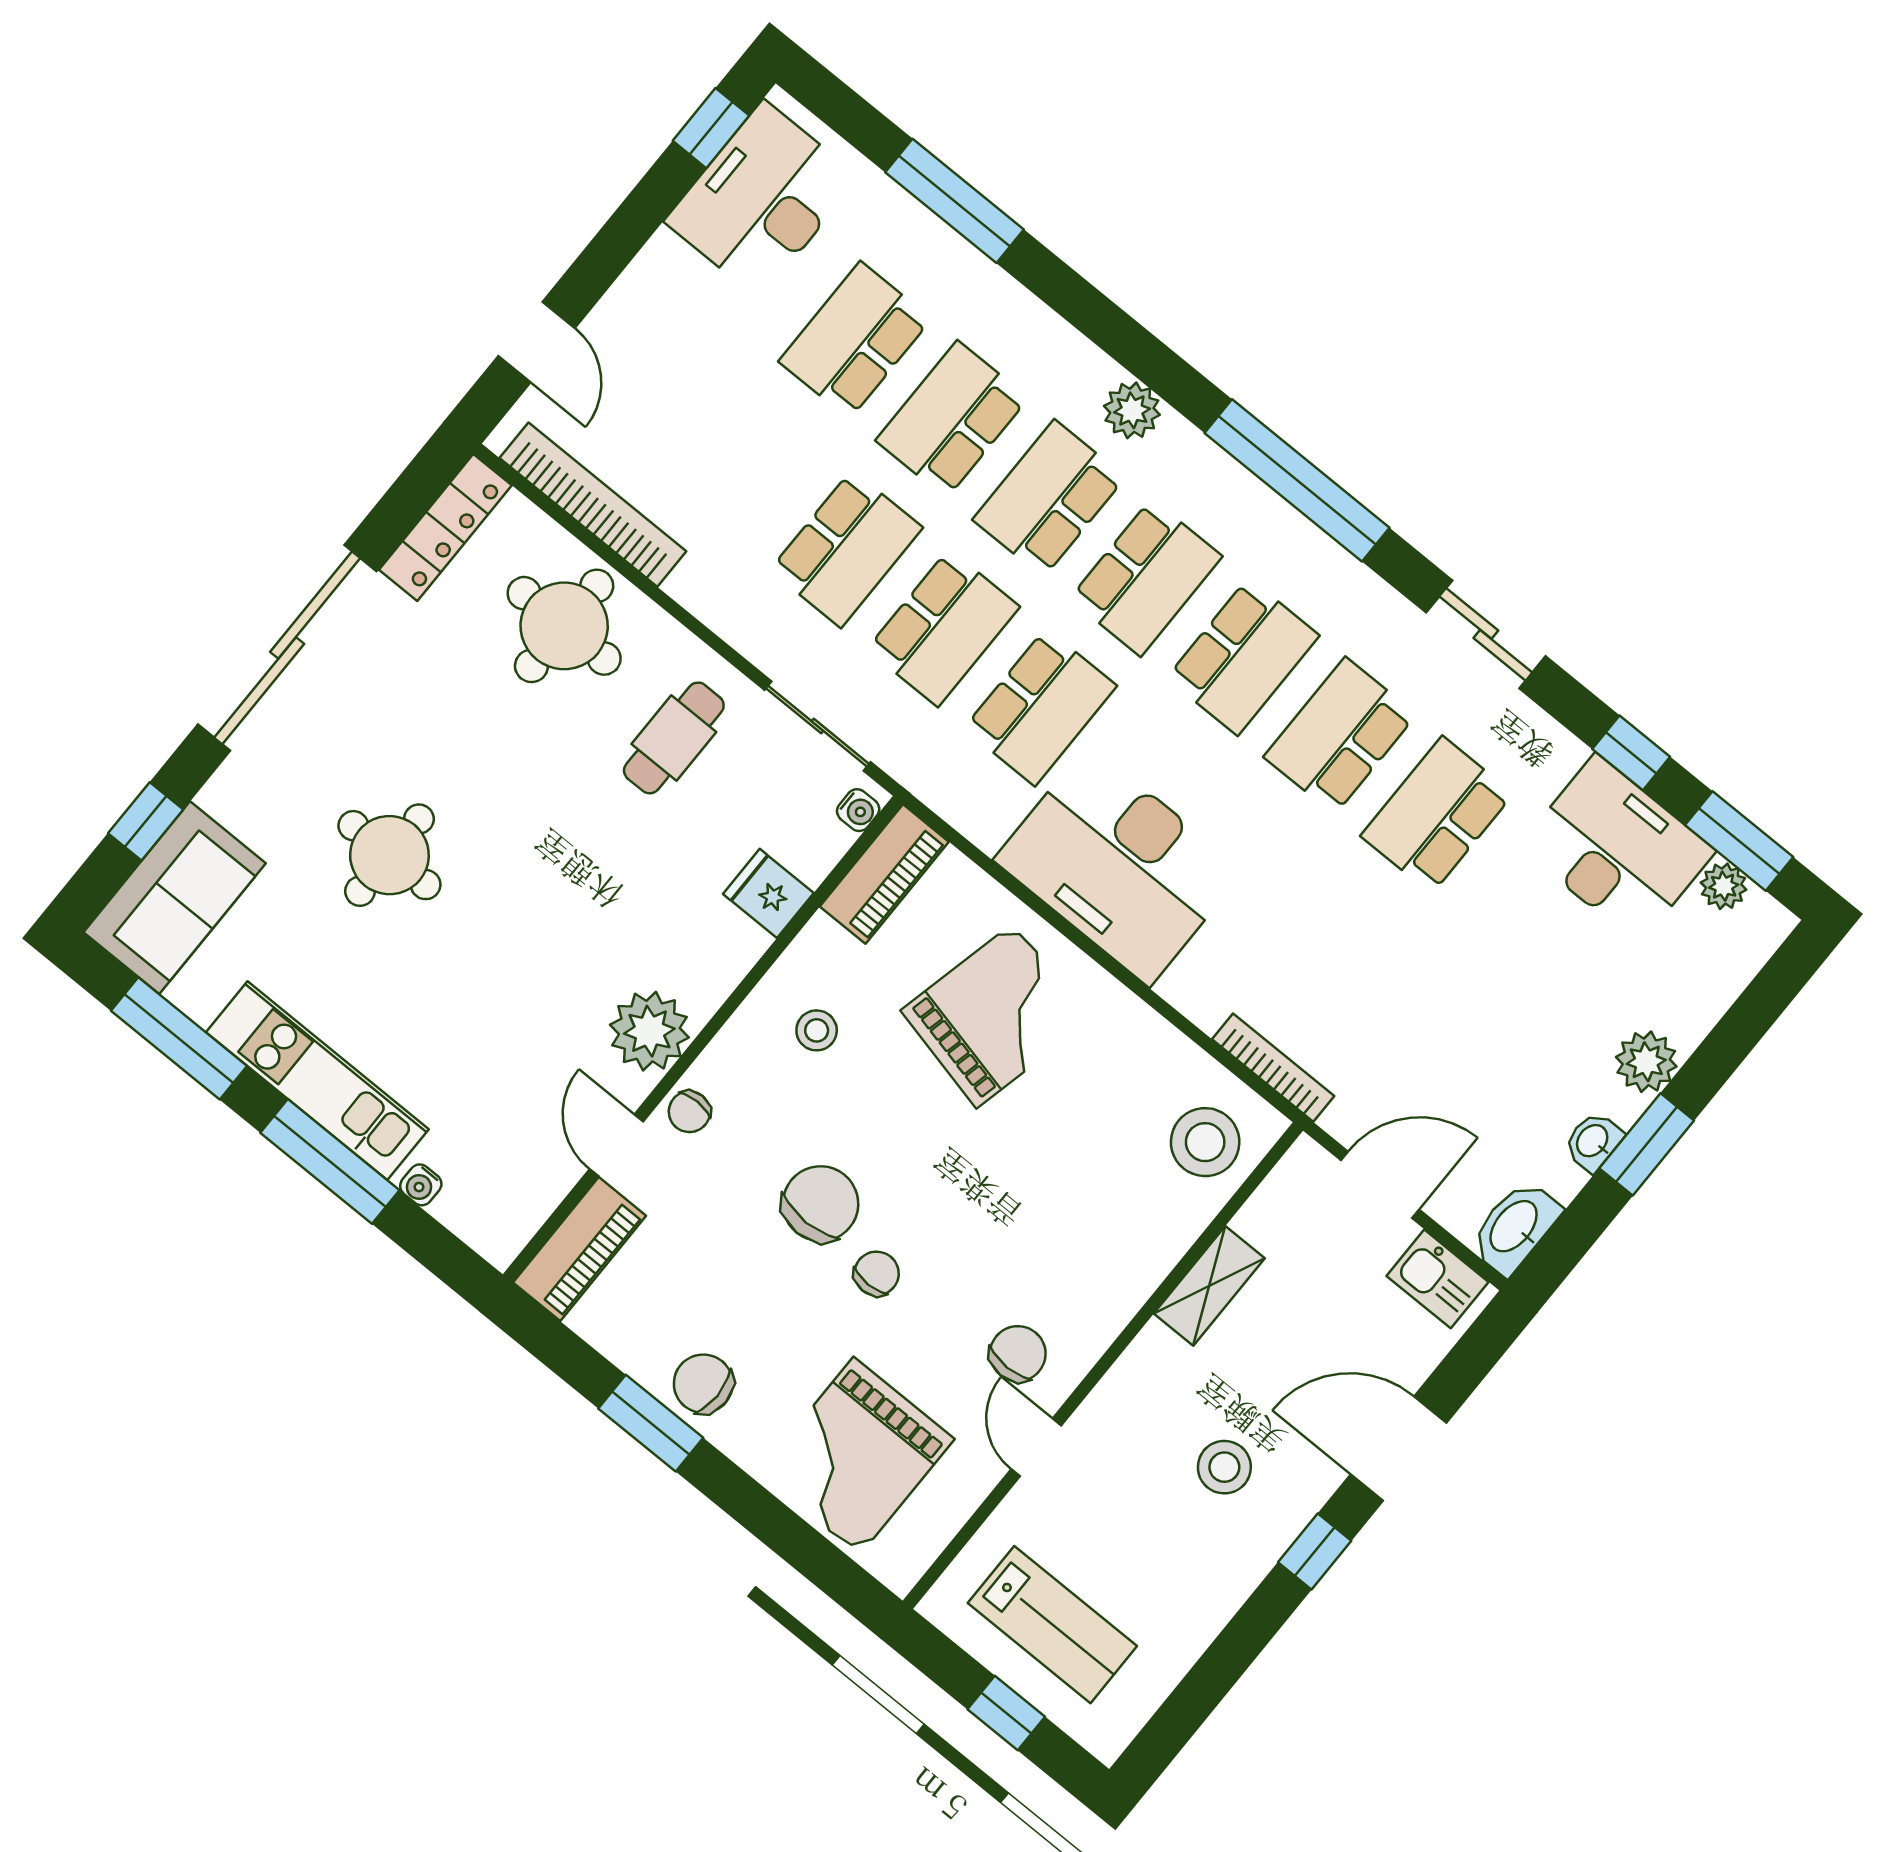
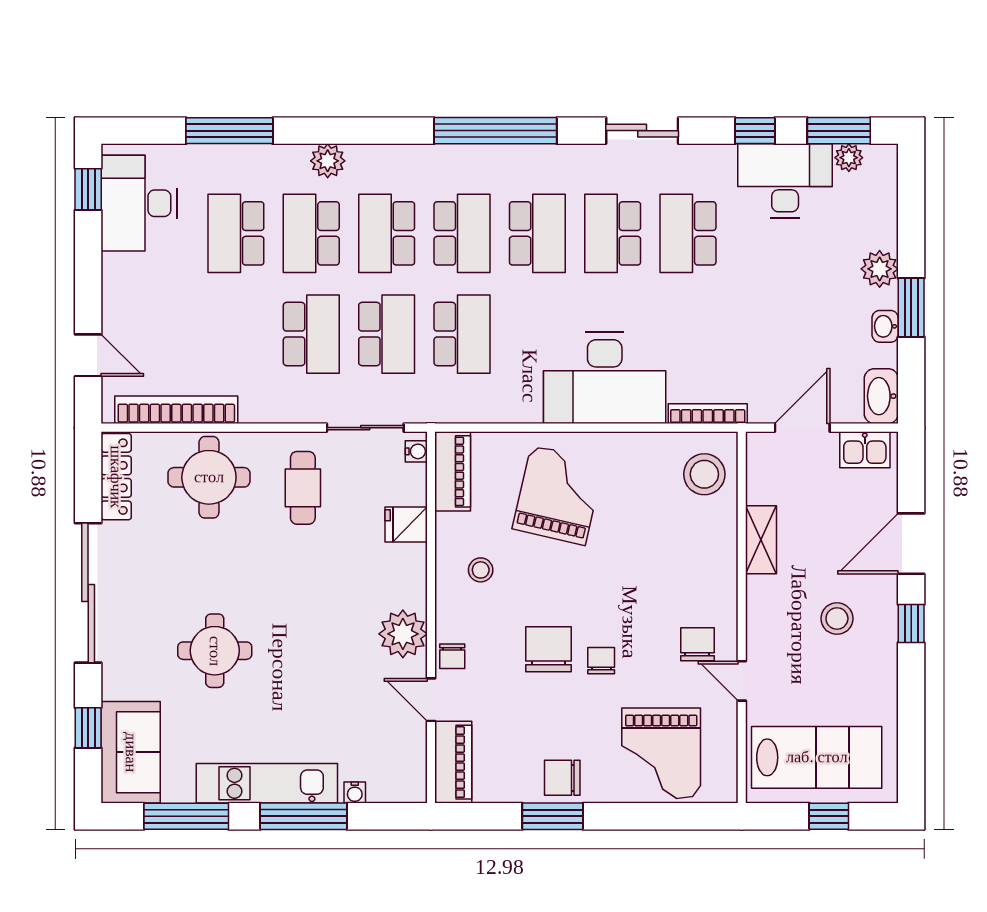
plant: (1132, 410) -> (328, 161), moved
desk: (1119, 865) -> (605, 378), moved
lab bench: (1052, 1625) -> (817, 757), width x1.36, depth x1.39

